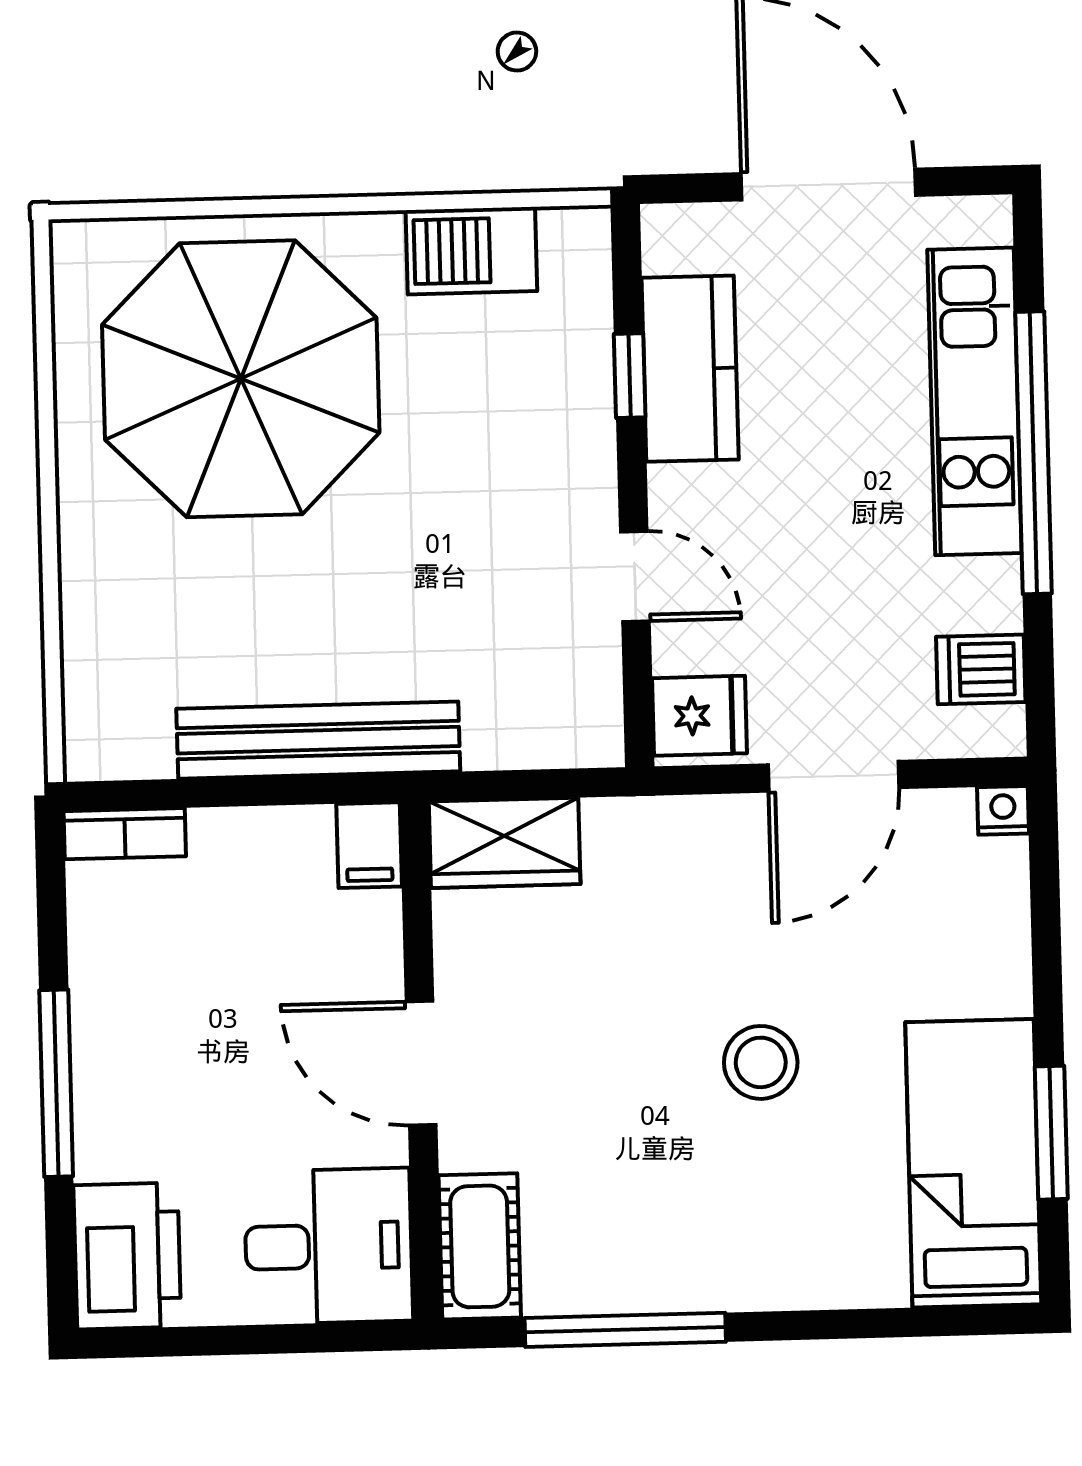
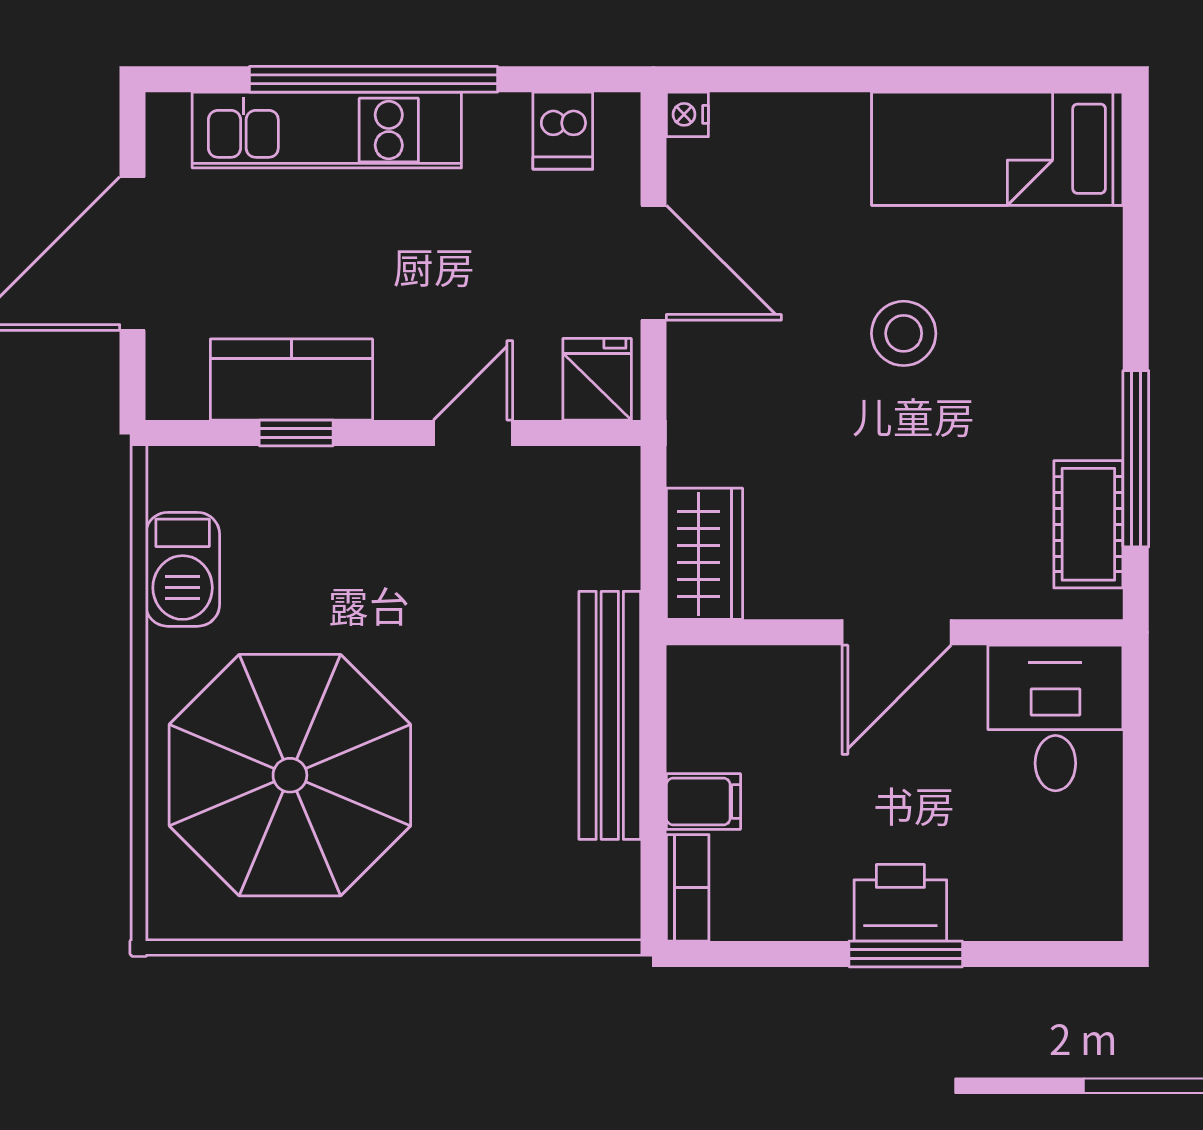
filing cabinet: (369, 845) -> (703, 802), moved
window: (56, 1083) -> (906, 954), width x0.69
window: (1051, 1133) -> (972, 79), removed
cot: (480, 1246) -> (1088, 524), moved, turned 90
printer: (127, 1256) -> (900, 903), moved, width x0.73, depth x0.84

